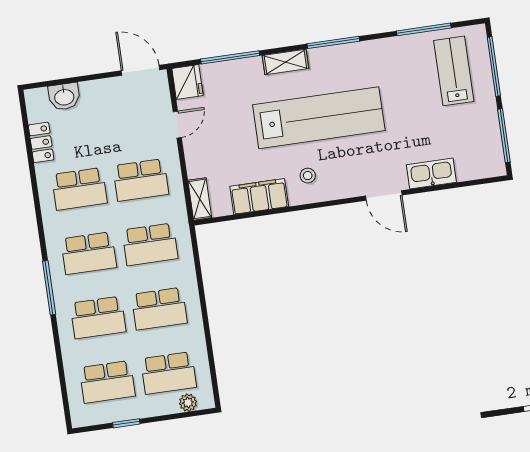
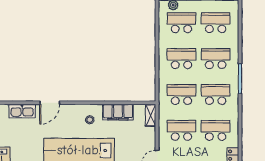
door: (384, 196) -> (50, 103), swing flipped

